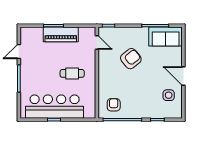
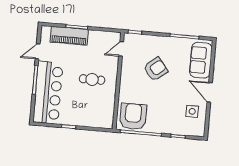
piano: (61, 34) -> (69, 36), moved
sofa: (166, 36) -> (201, 60), moved, turned 90
door: (97, 43) -> (121, 49), swing flipped
armchair: (114, 105) -> (133, 116), width x1.88, depth x1.88
bar counter: (55, 107) -> (48, 93), moved, turned 90

